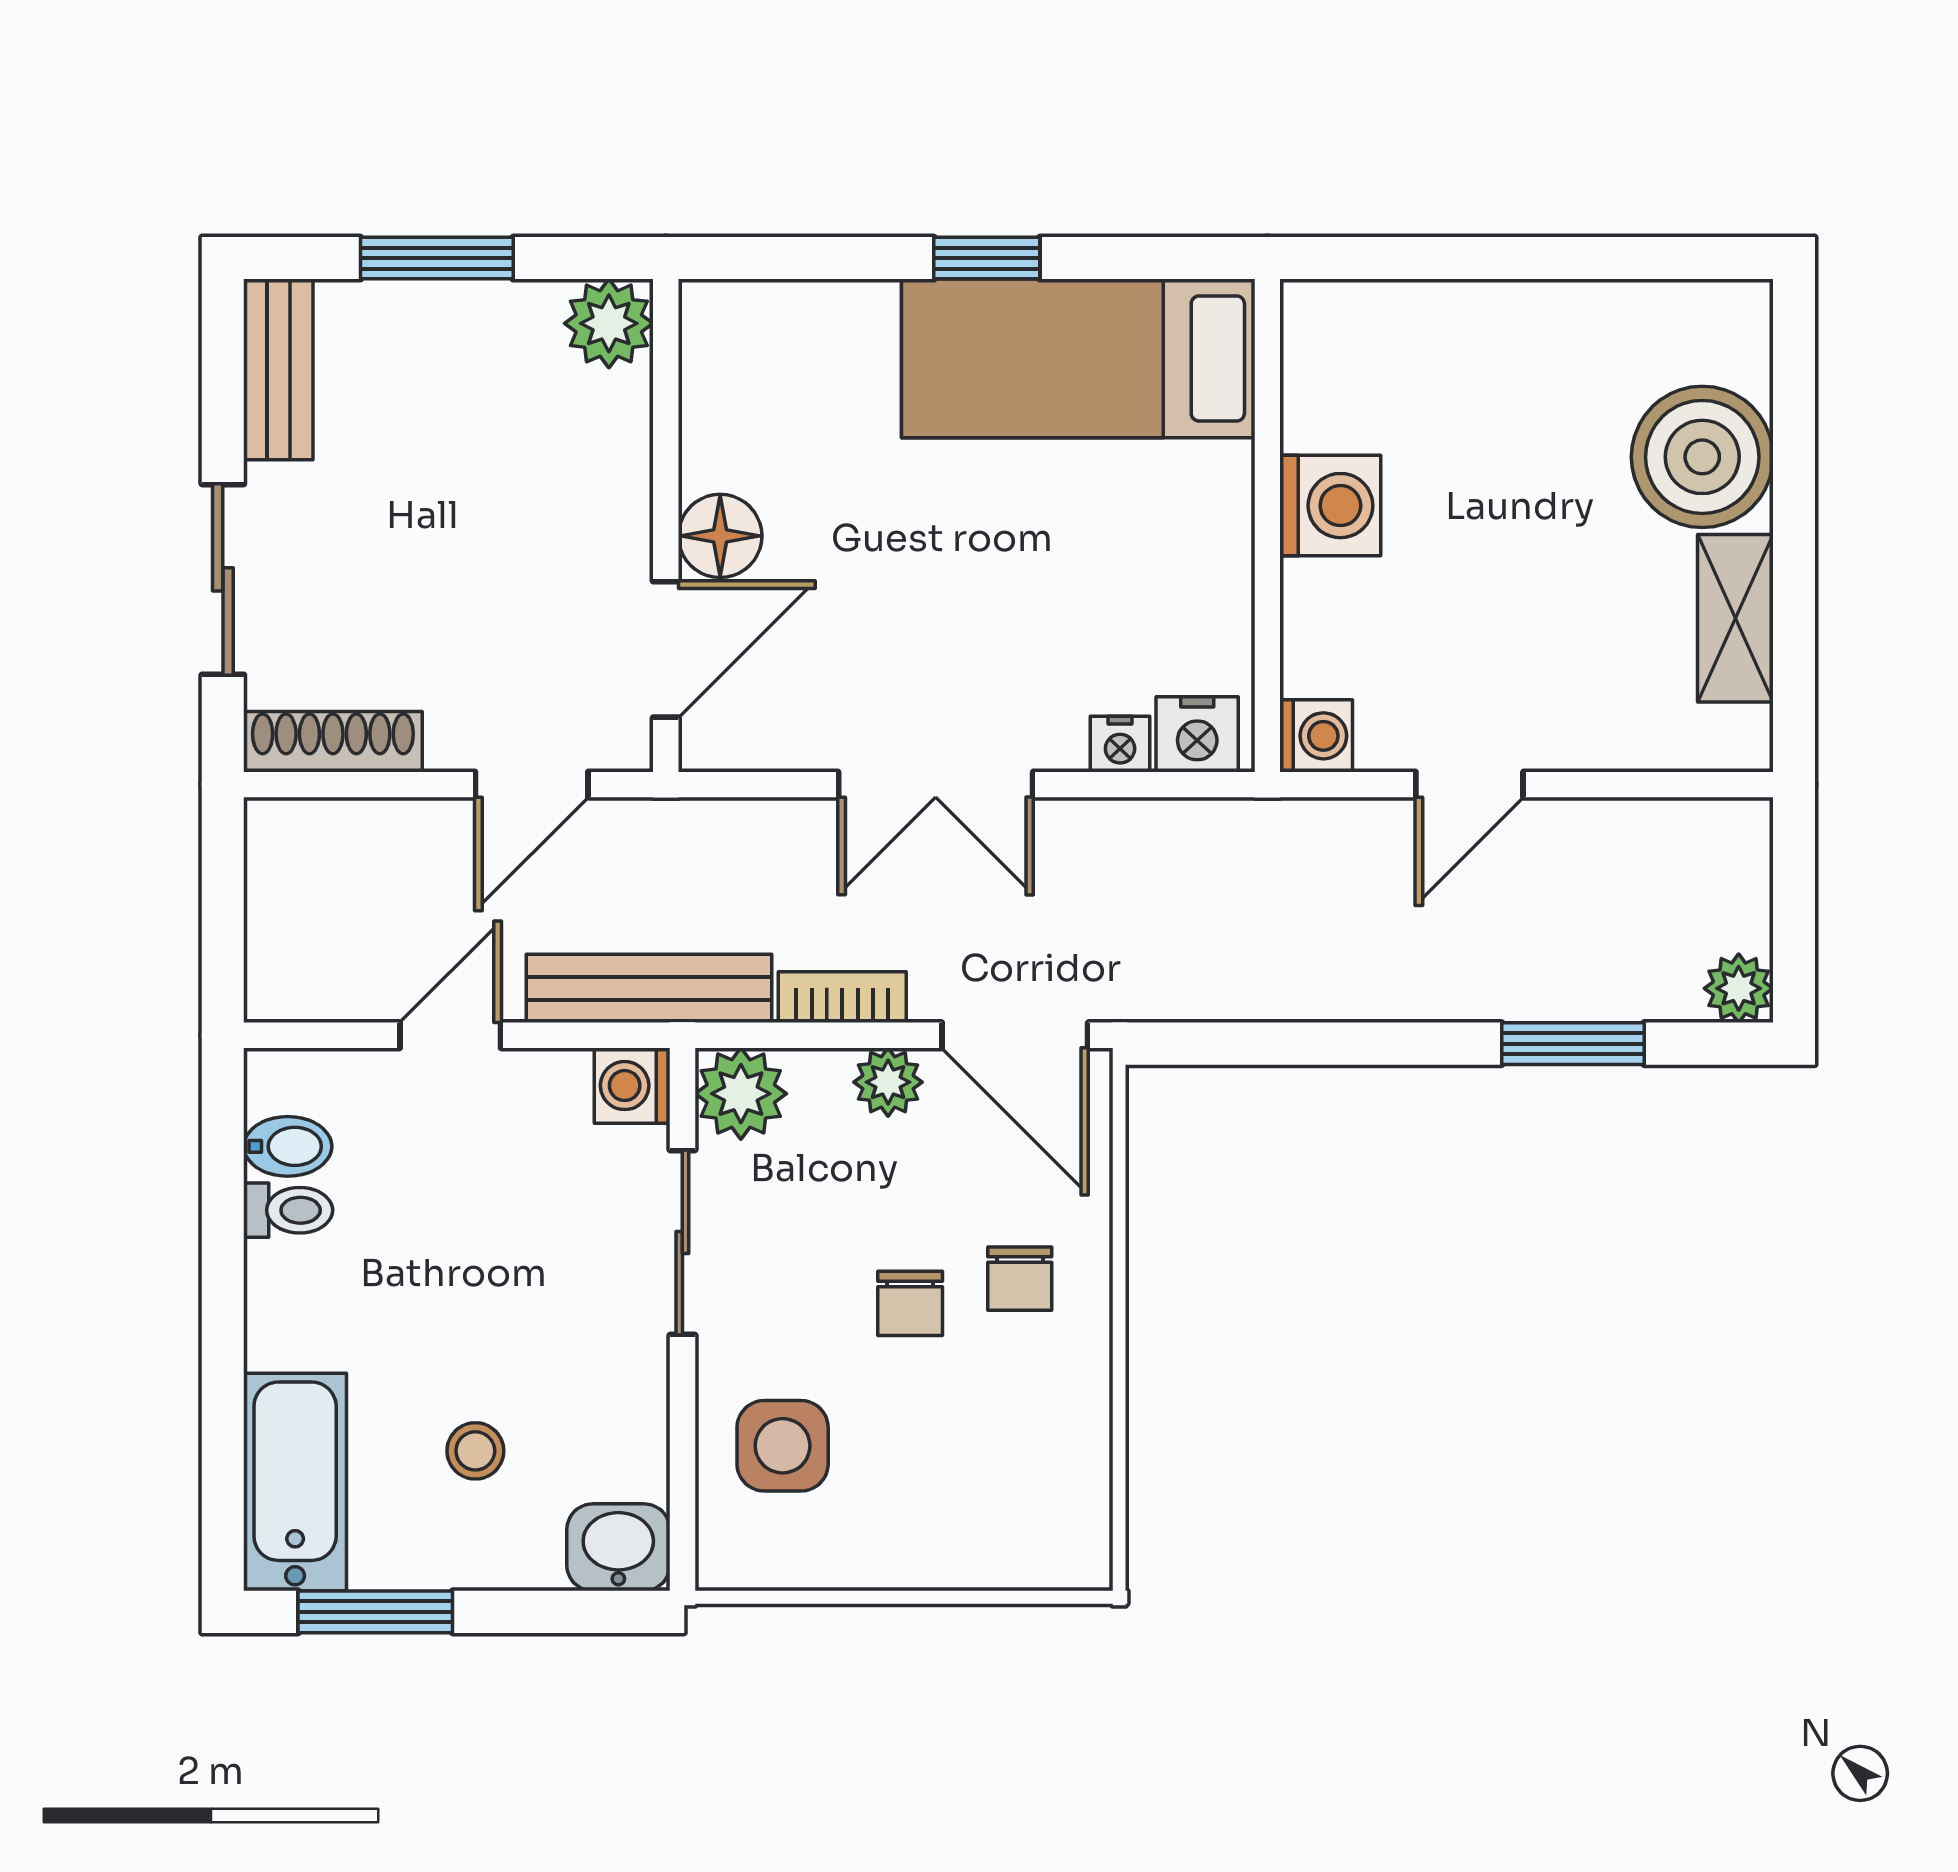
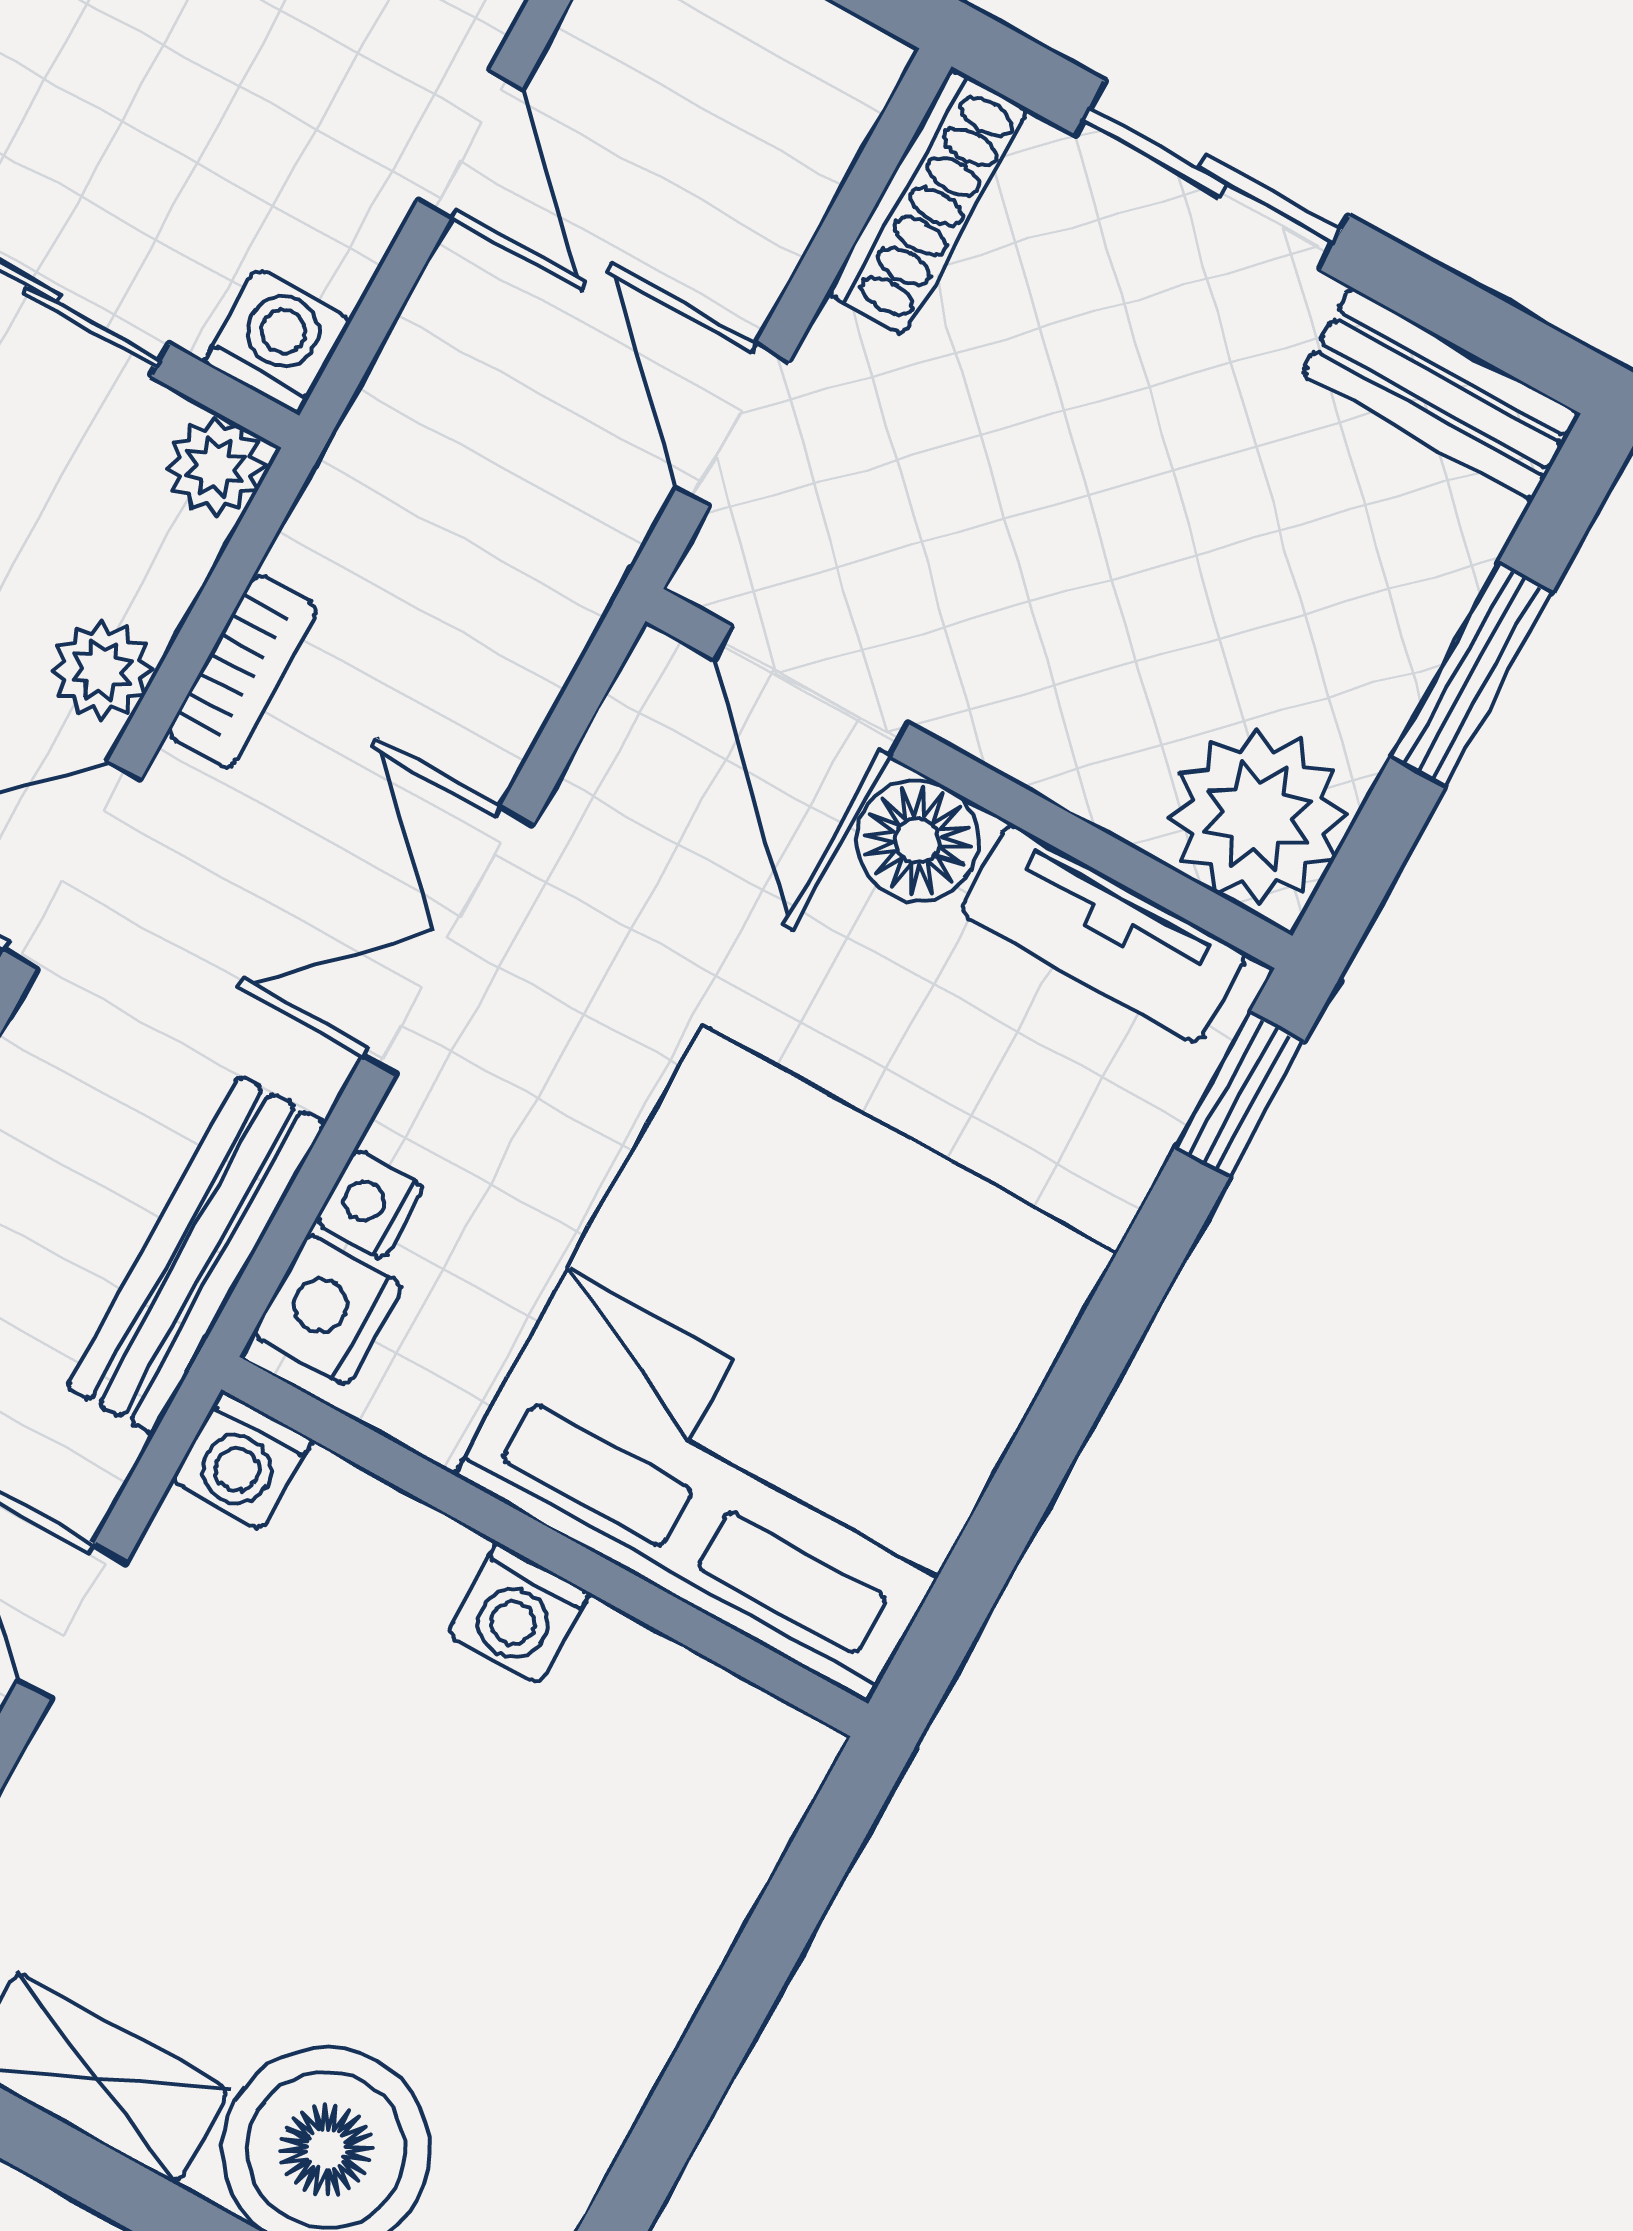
window: (987, 258) -> (1240, 1095), moved
plant: (609, 323) -> (1258, 816), width x1.36, depth x1.36
bed: (1078, 358) -> (785, 1364), width x2.04
tv unit: (714, 393) -> (1103, 934), added
washing machine: (1330, 506) -> (518, 1614), width x0.73, depth x0.73
bench: (649, 988) -> (196, 1255), moved
plant: (741, 1094) -> (216, 467), width x0.73, depth x0.73

